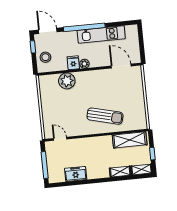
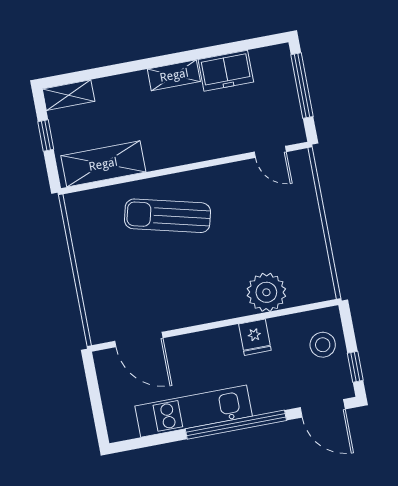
plant: (84, 64) -> (228, 337), removed
shelving: (120, 172) -> (174, 75), moved

